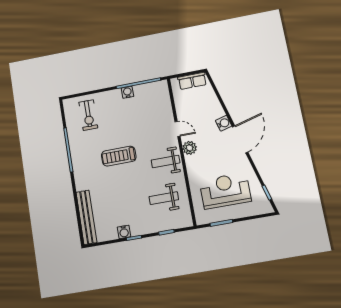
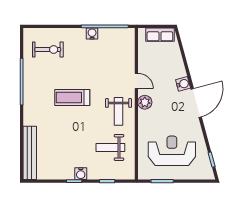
exercise bike: (88, 115) -> (48, 49), turned -90
weight bench: (166, 161) -> (119, 111), turned -90
water cooler: (124, 232) -> (81, 174), moved

